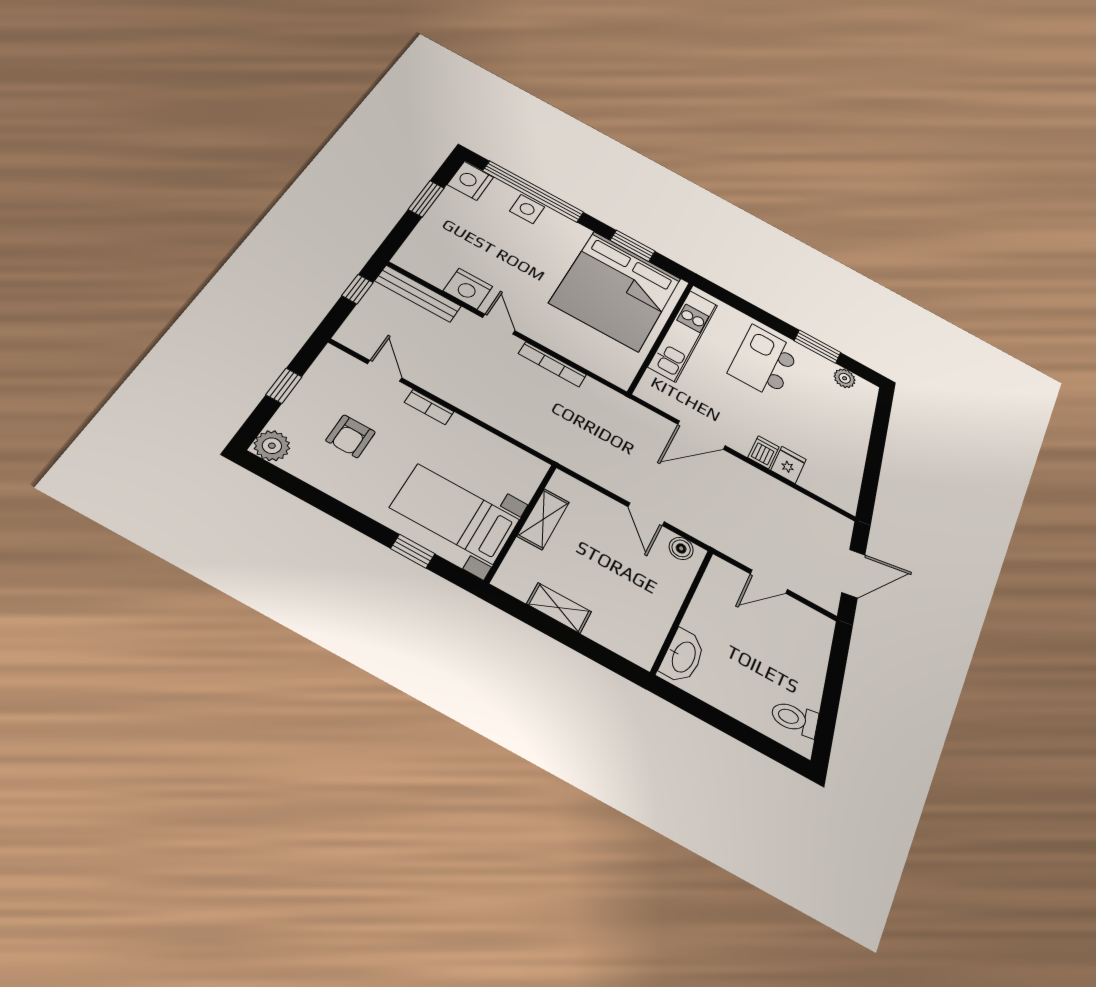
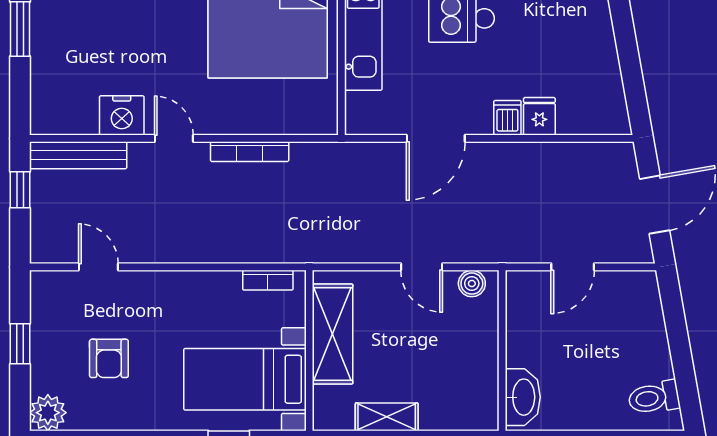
bookcase: (429, 407) -> (268, 280), moved
shelving: (543, 519) -> (333, 334), width x1.50, depth x1.33

